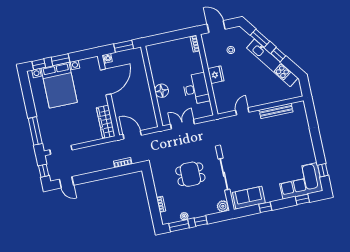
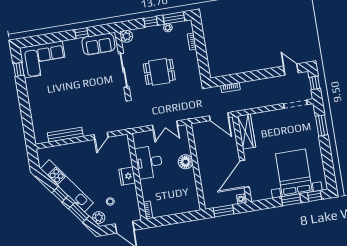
plant: (241, 34) -> (99, 218), added
window: (35, 131) -> (322, 125), width x0.69
window: (302, 199) -> (42, 40), removed

